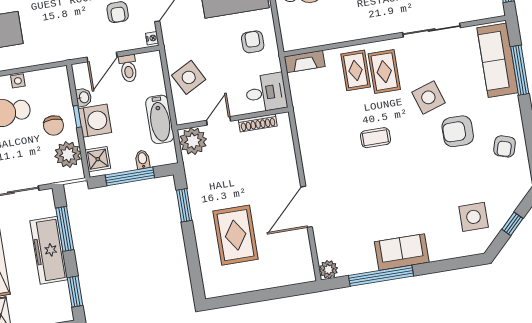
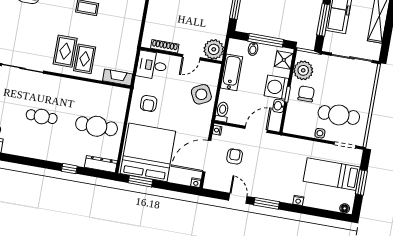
toilet: (128, 68) -> (222, 112), moved
side table: (428, 97) -> (41, 23), removed

